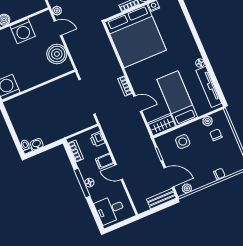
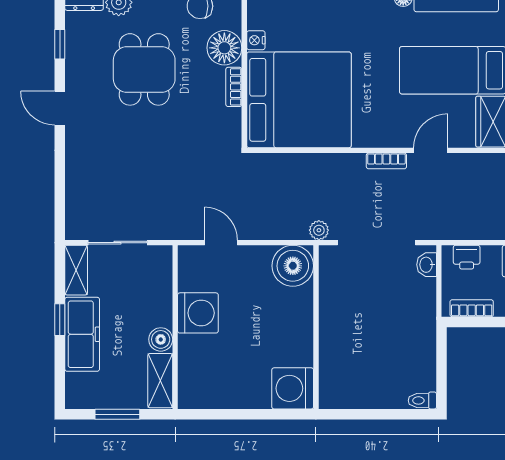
plant: (57, 11) -> (319, 230), moved
door: (58, 28) -> (221, 243), hinge flipped
boiler: (57, 54) -> (293, 266), moved
washbasin: (37, 144) -> (427, 265), moved

